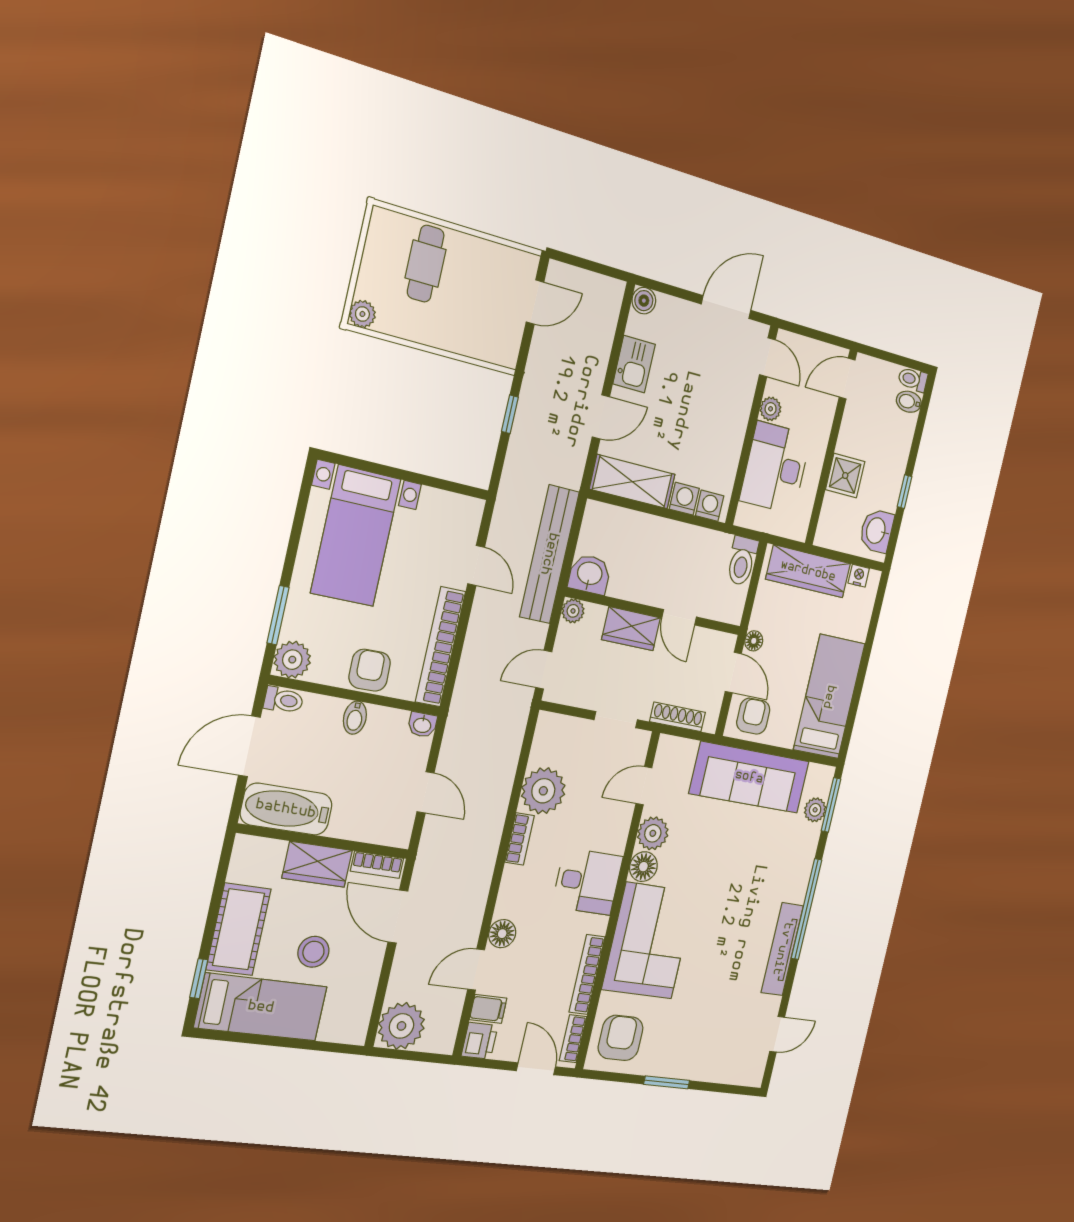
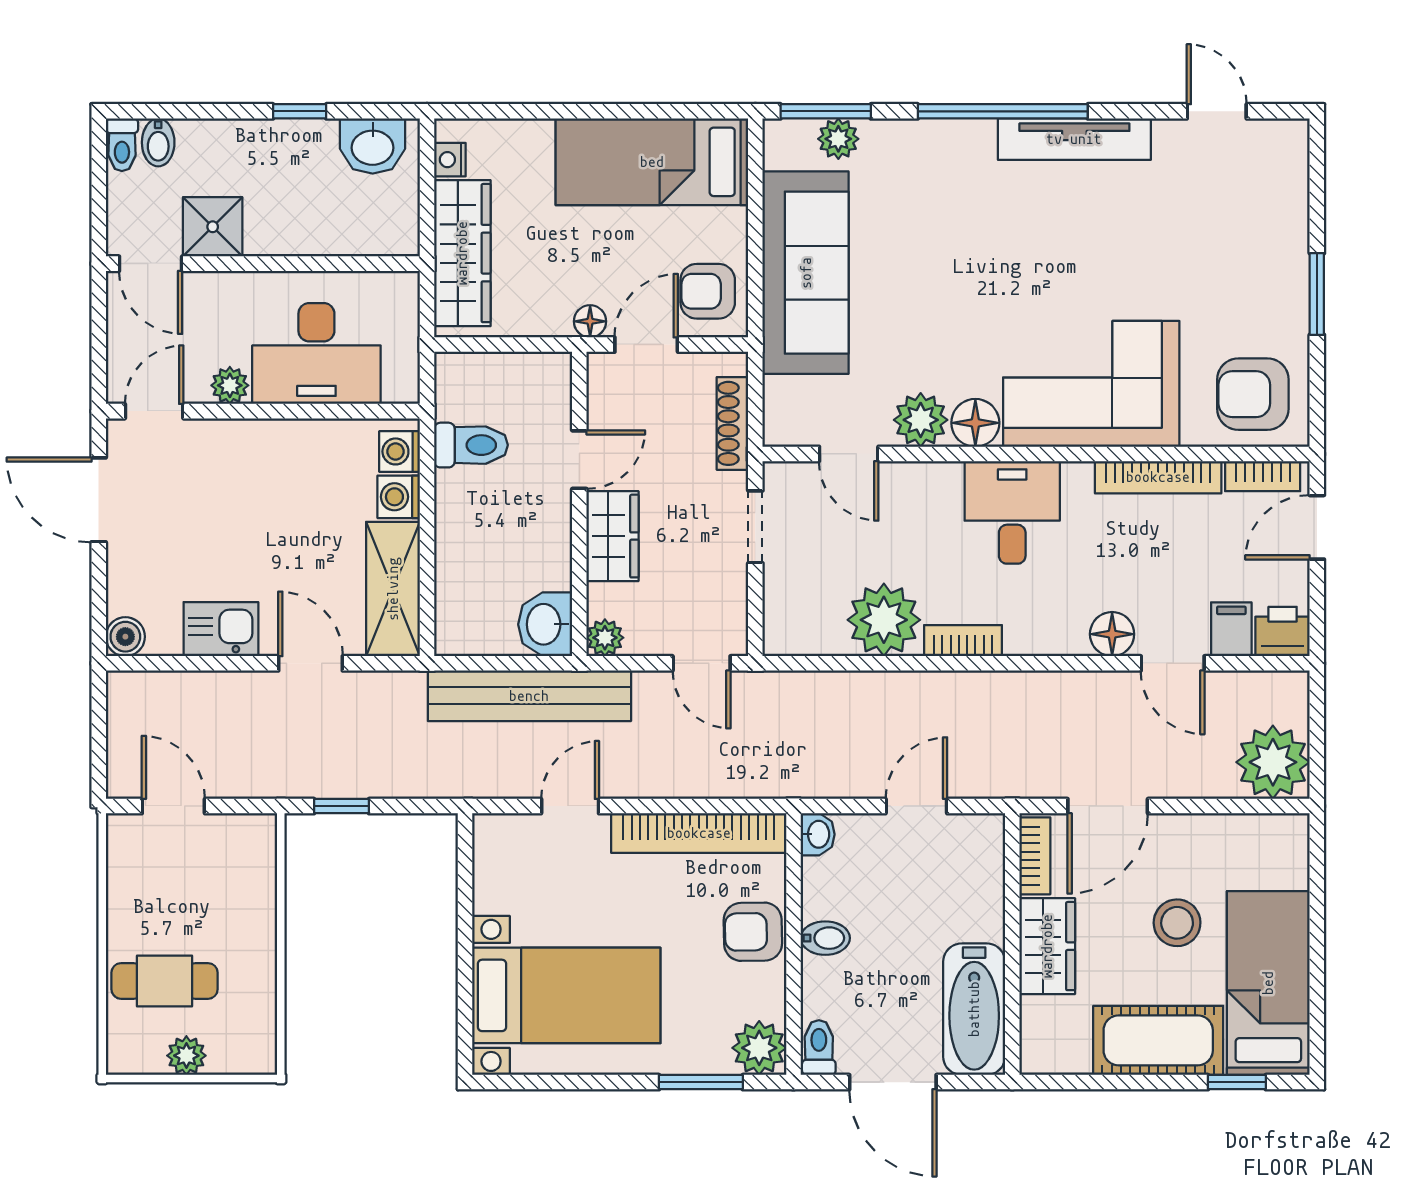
plant: (362, 314) -> (186, 1056), moved
shower: (845, 476) -> (213, 227), moved
toilet: (742, 561) -> (471, 445), moved

